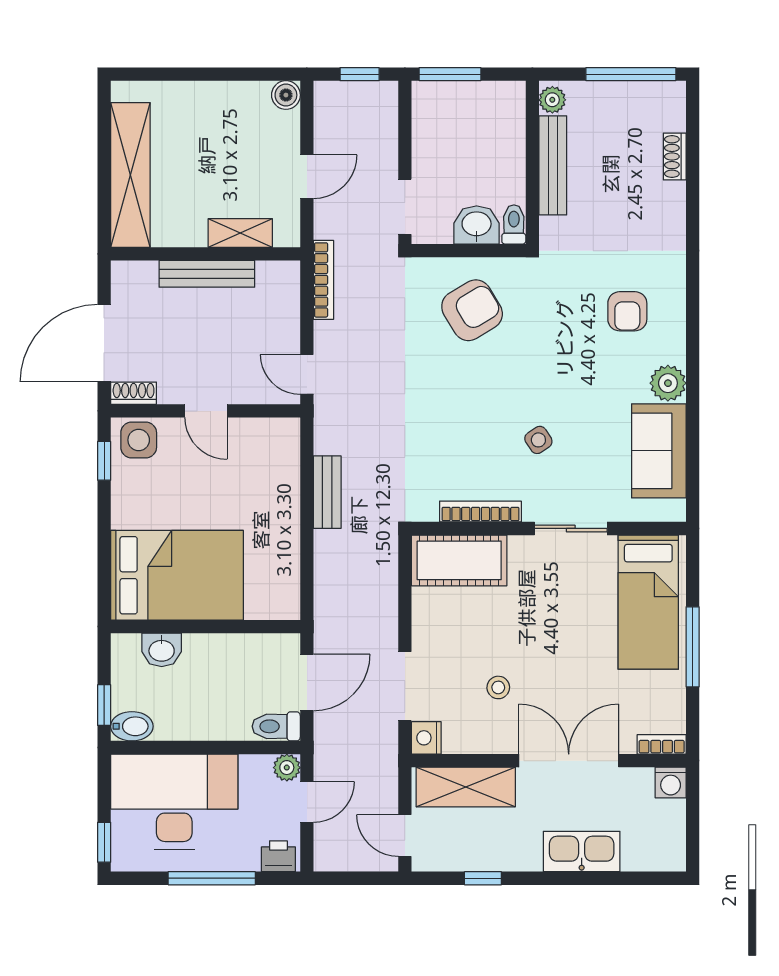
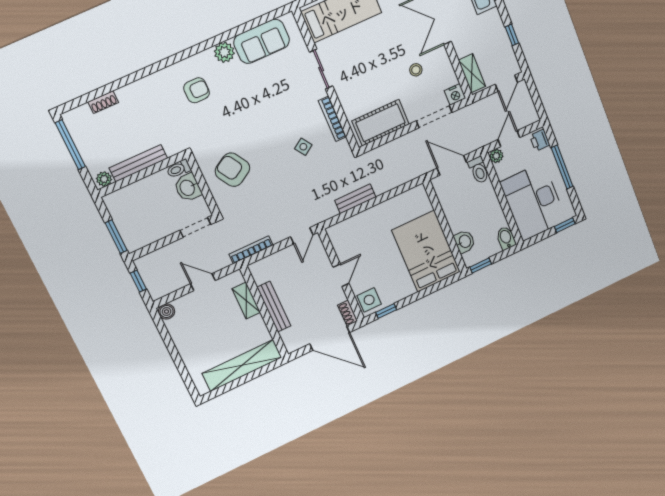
side table: (538, 440) -> (303, 147), moved
cot: (459, 560) -> (381, 123), moved, turned 90
window: (104, 705) -> (481, 266), moved
shelving: (466, 787) -> (472, 73), width x0.67, depth x0.75
door: (307, 802) -> (509, 139), hinge flipped

